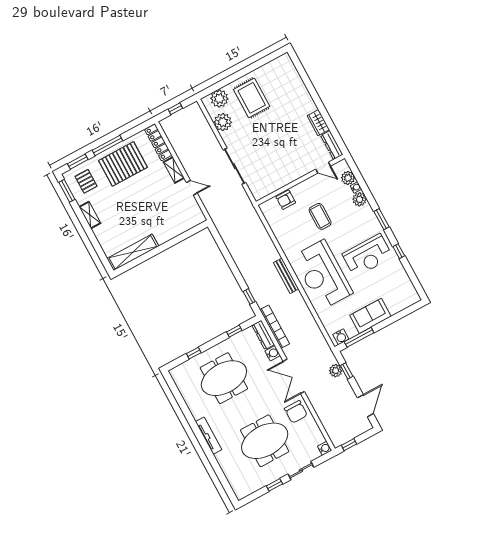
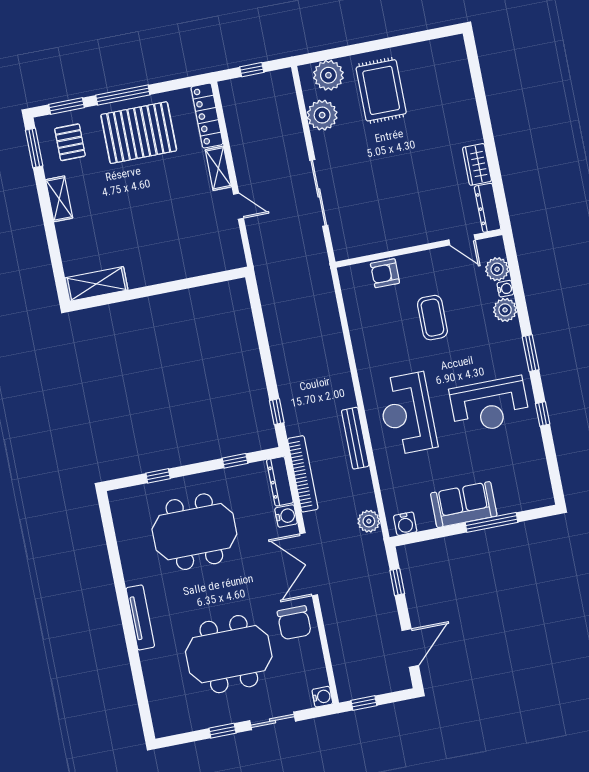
shelving: (133, 252) -> (96, 284), width x0.68
reception desk: (323, 275) -> (407, 414), width x0.74, depth x0.77
bench: (286, 276) -> (355, 438), moved
window: (359, 337) -> (491, 522), moved
plant: (336, 371) -> (369, 521), moved

